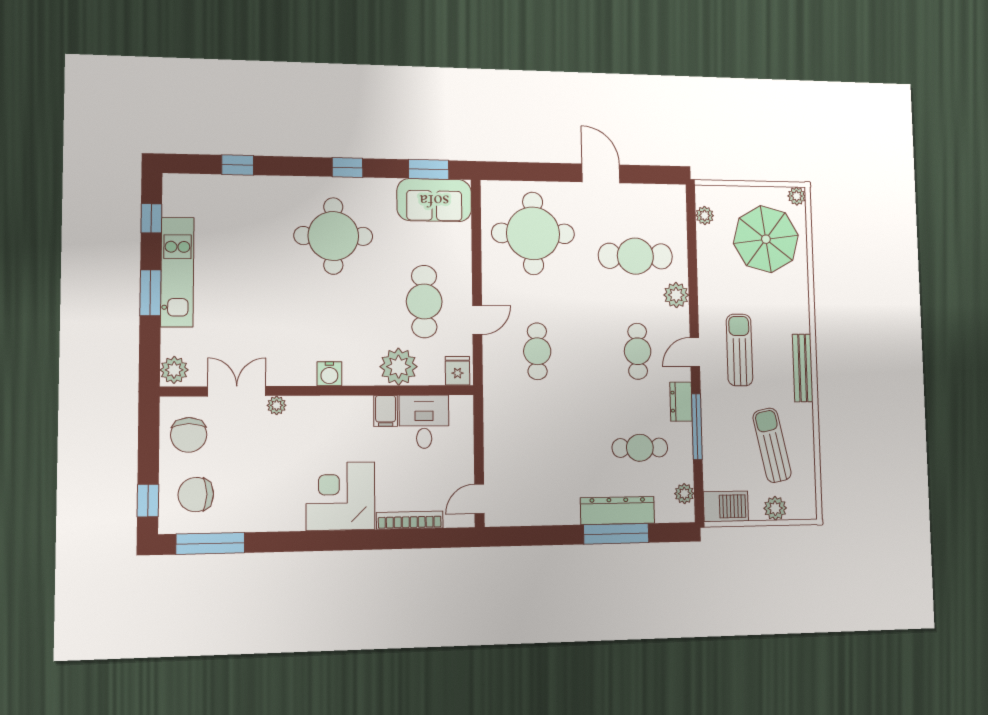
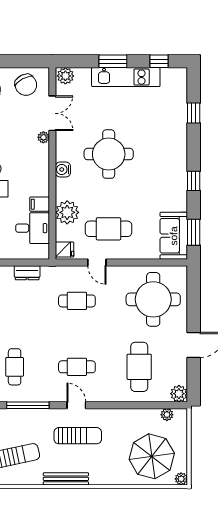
round table: (333, 236) -> (109, 154), moved
plant: (676, 295) -> (179, 394), moved
dresser: (681, 402) -> (27, 273), moved, turned 180
chair: (189, 435) -> (26, 85), turned -118

